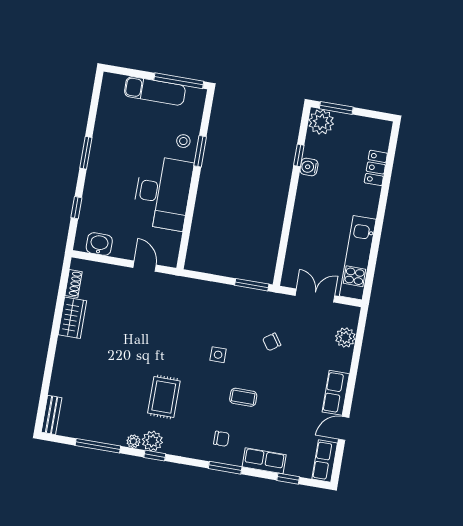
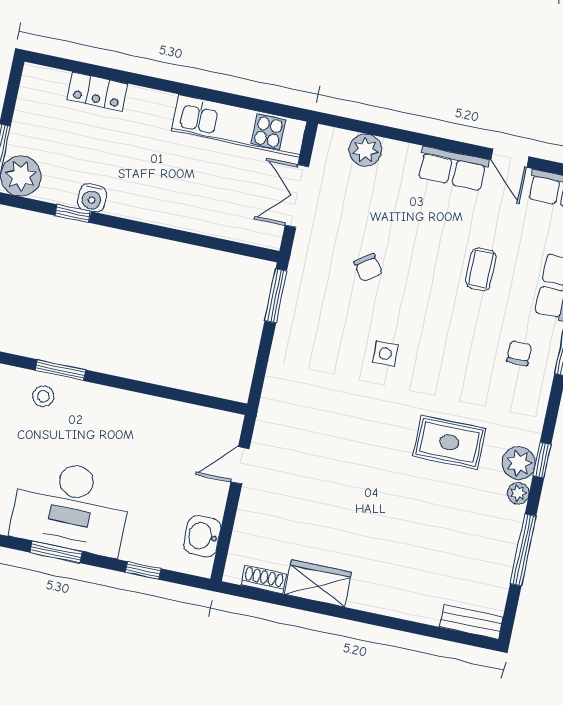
desk: (163, 193) -> (71, 507), moved, turned 180
coffee table: (243, 397) -> (481, 269), moved

